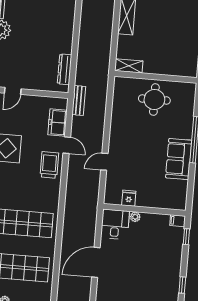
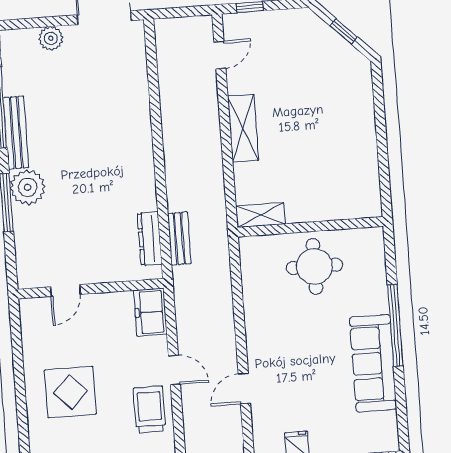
bench: (79, 100) -> (179, 238), moved
freezer: (57, 123) -> (150, 312), moved
sofa: (179, 159) -> (373, 363), width x1.36

